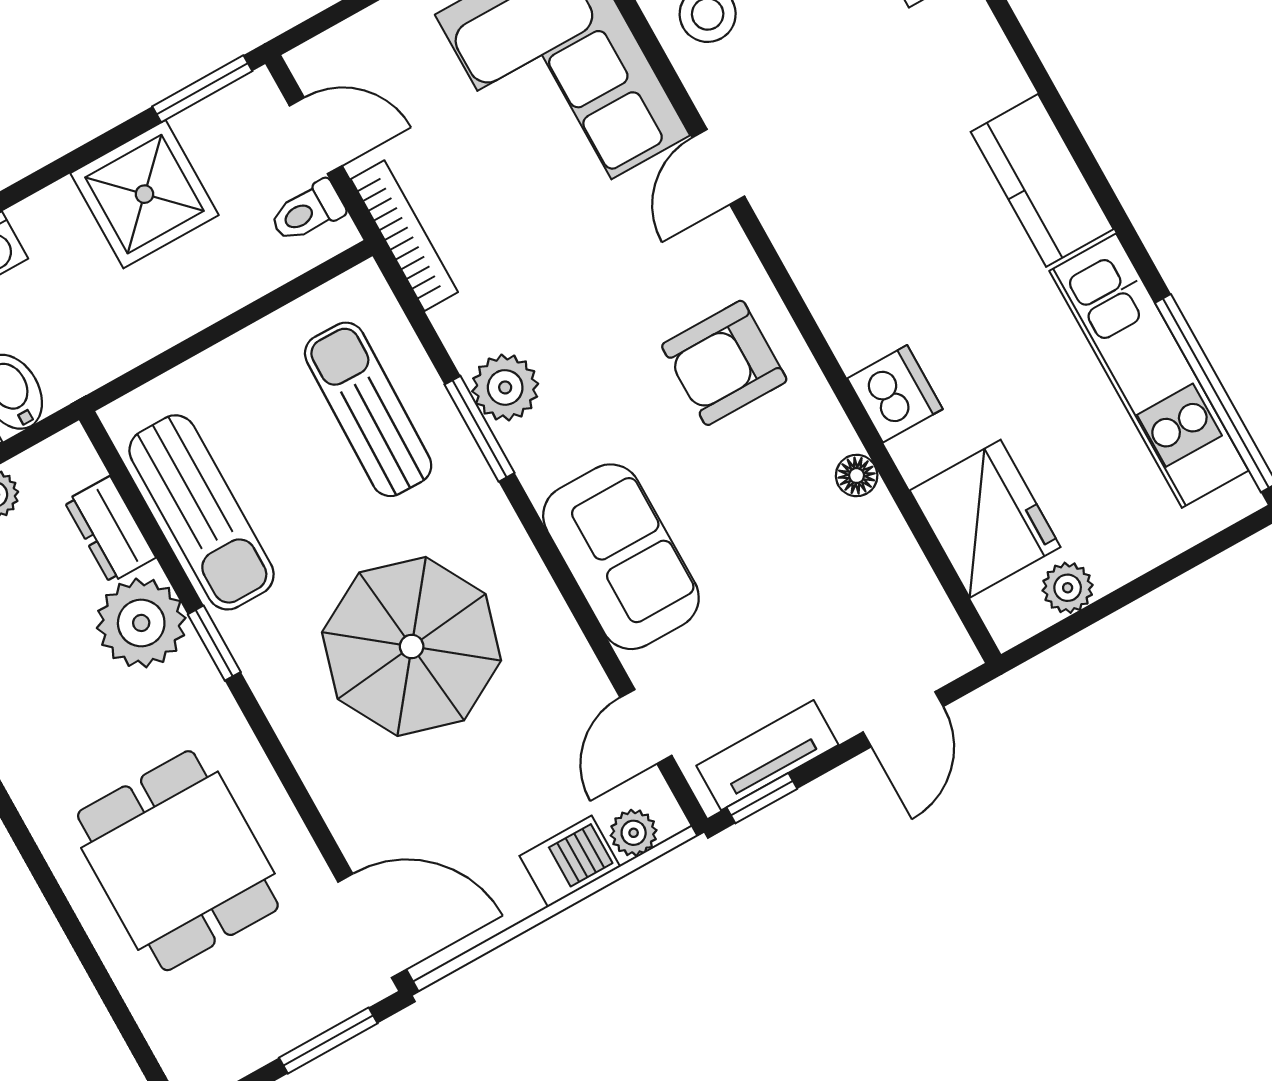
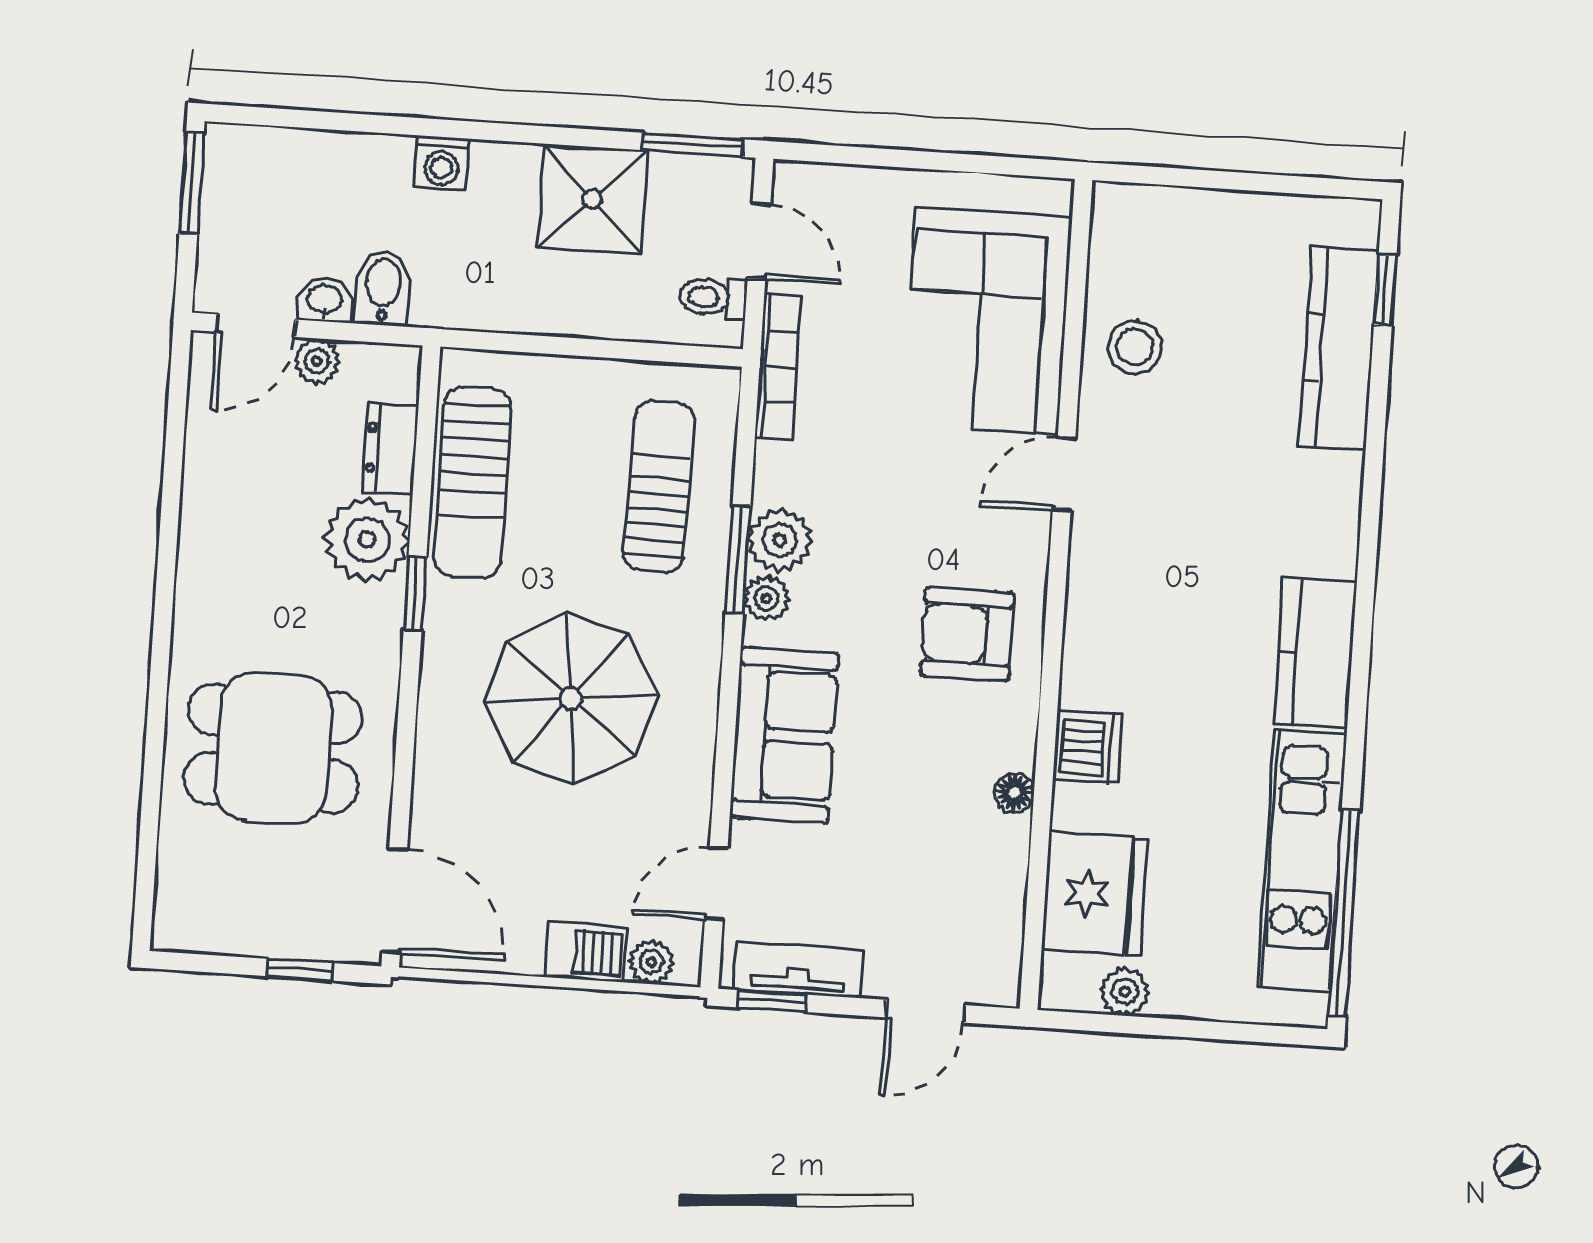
plant: (527, 446) -> (767, 598), added
dining table: (178, 861) -> (273, 748), turned 90
window: (328, 1041) -> (300, 970), width x0.67

